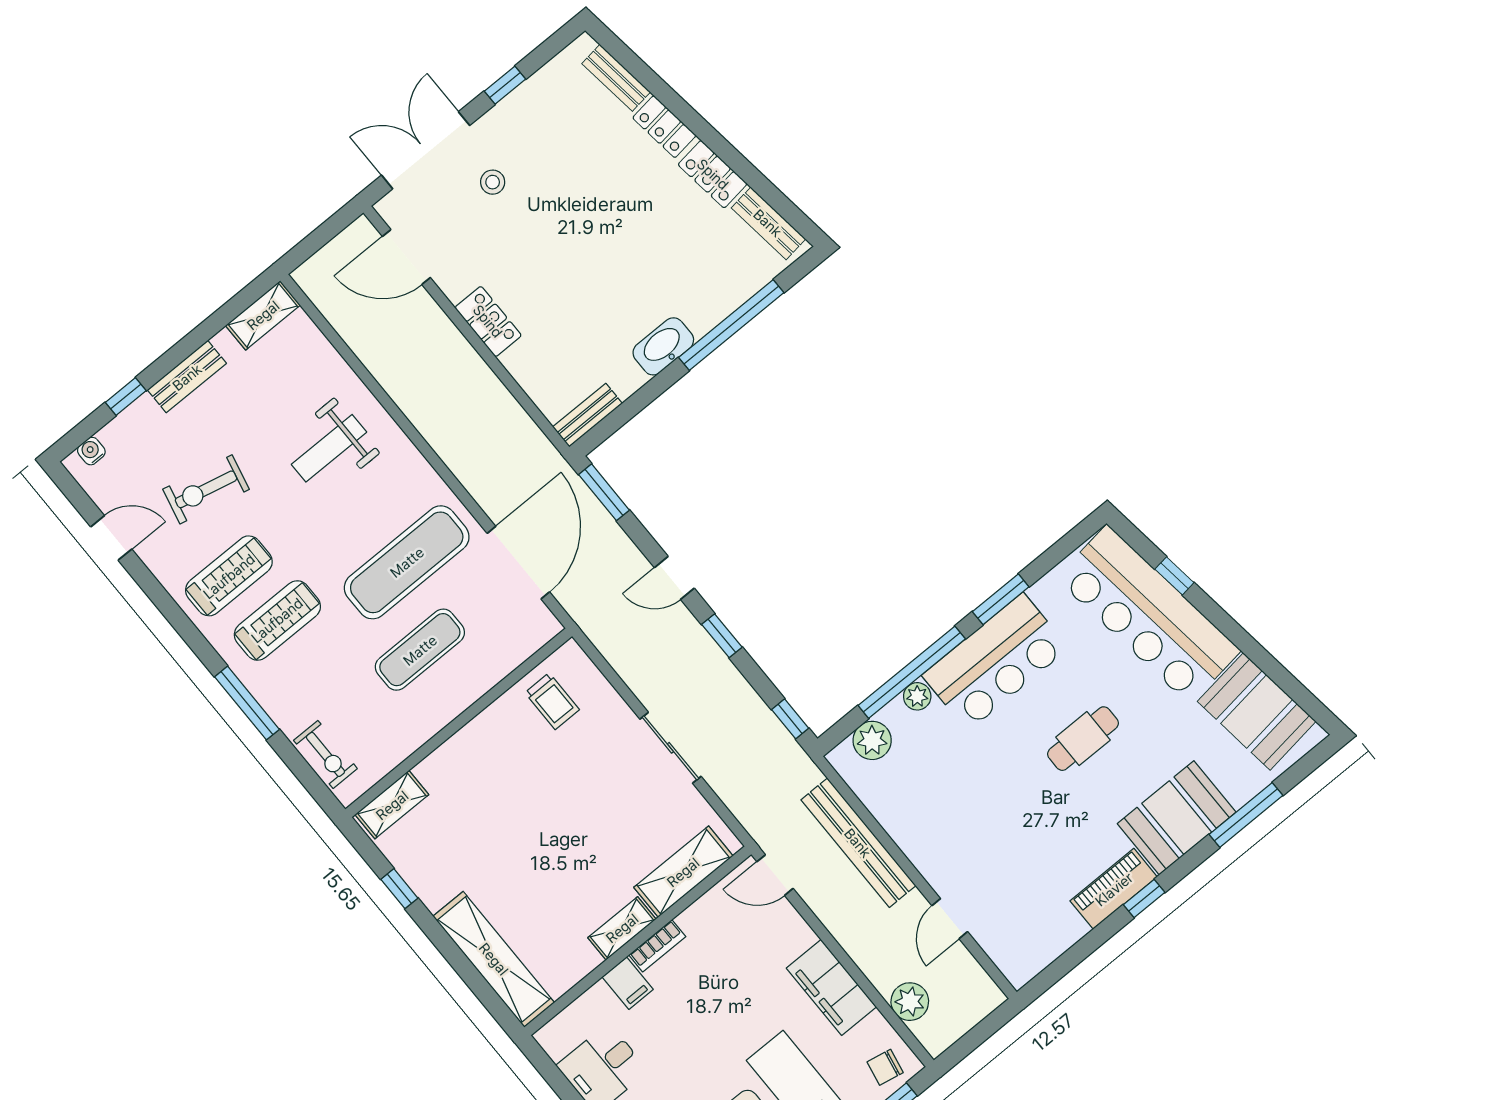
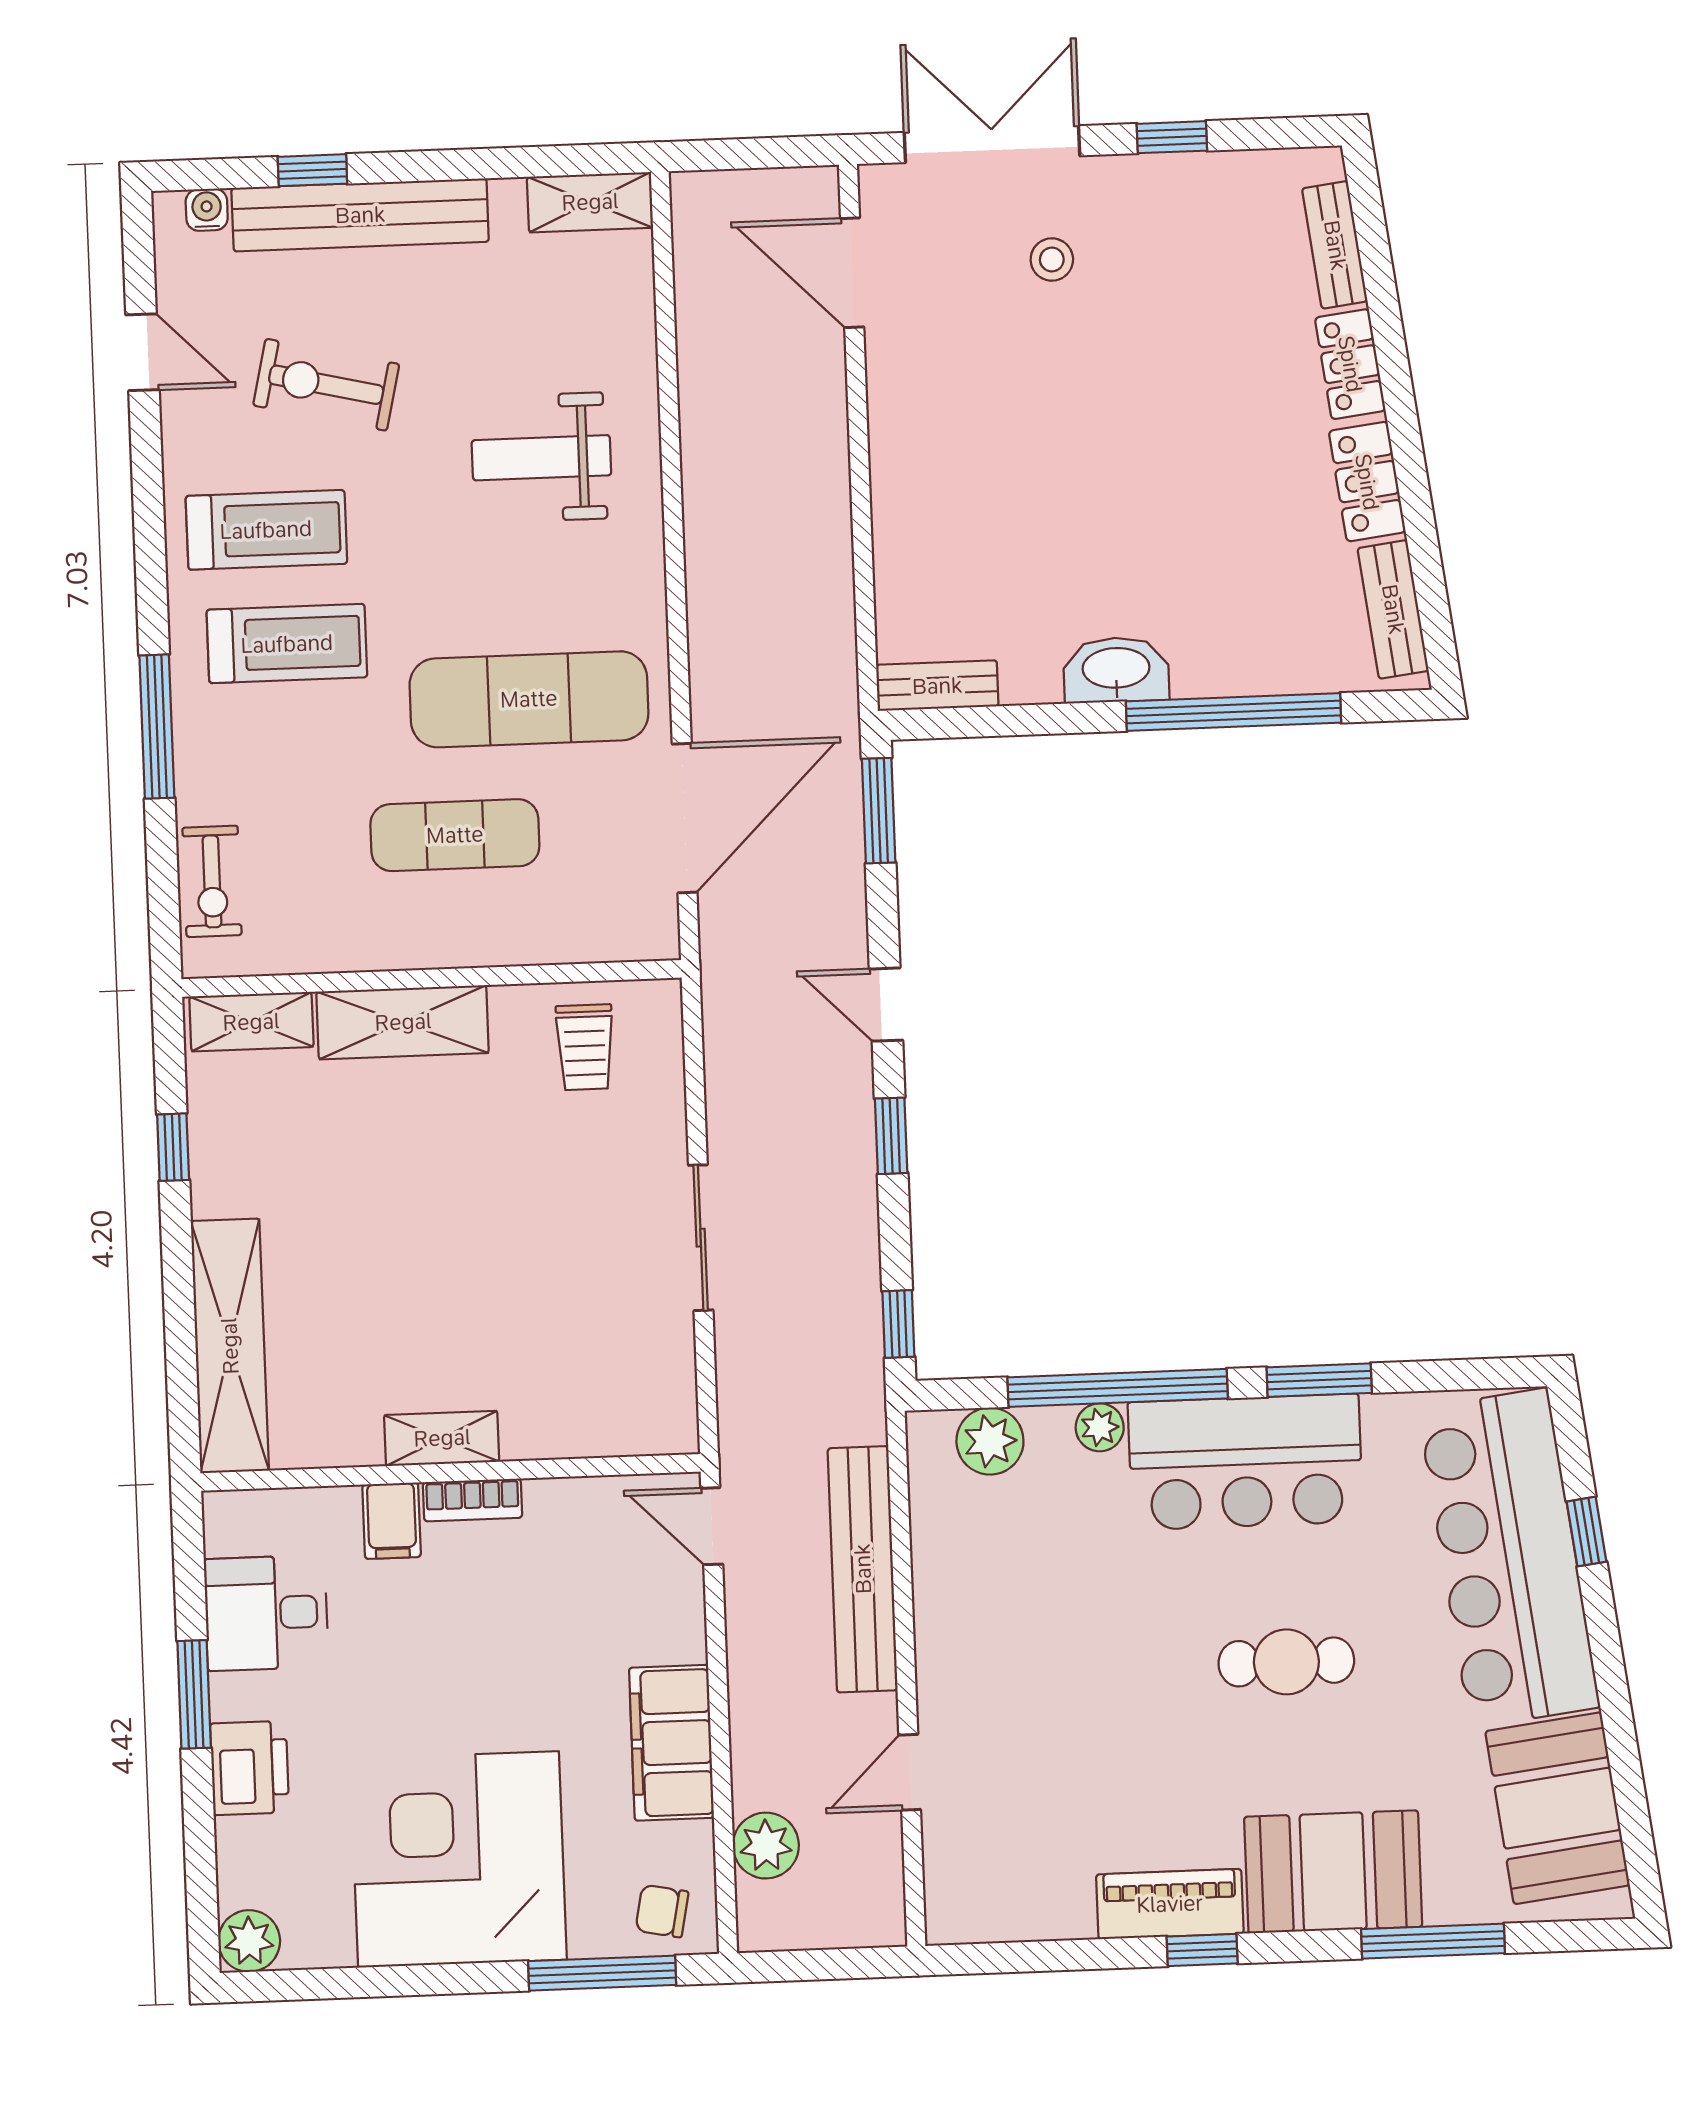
locker: (488, 321) -> (898, 449), removed
bench: (187, 377) -> (360, 215), width x1.86, depth x1.21
shelving: (683, 872) -> (403, 1022), moved

